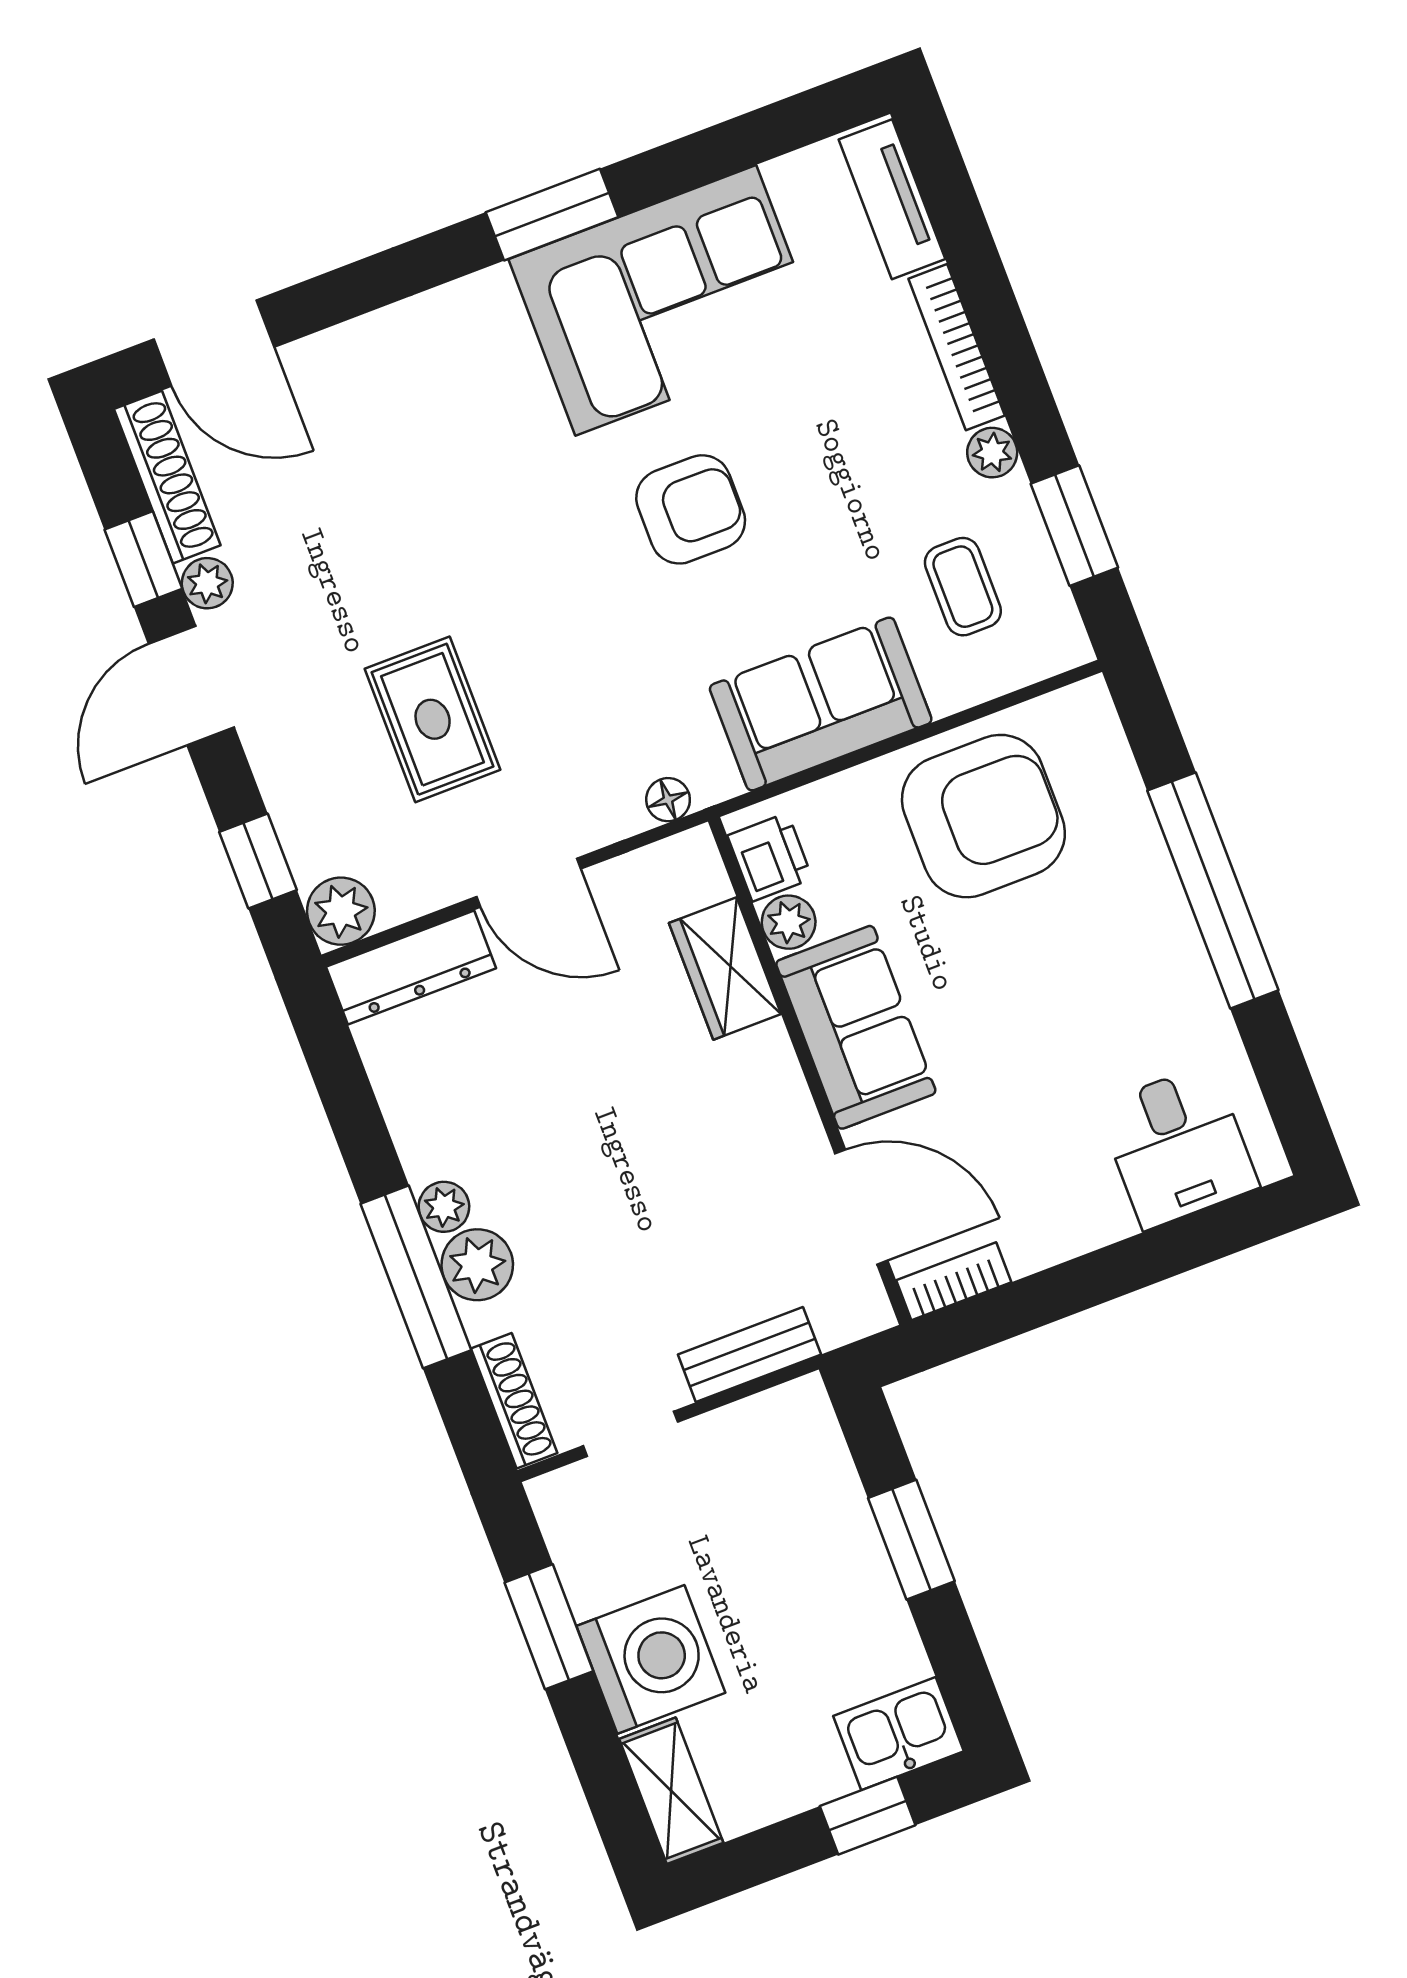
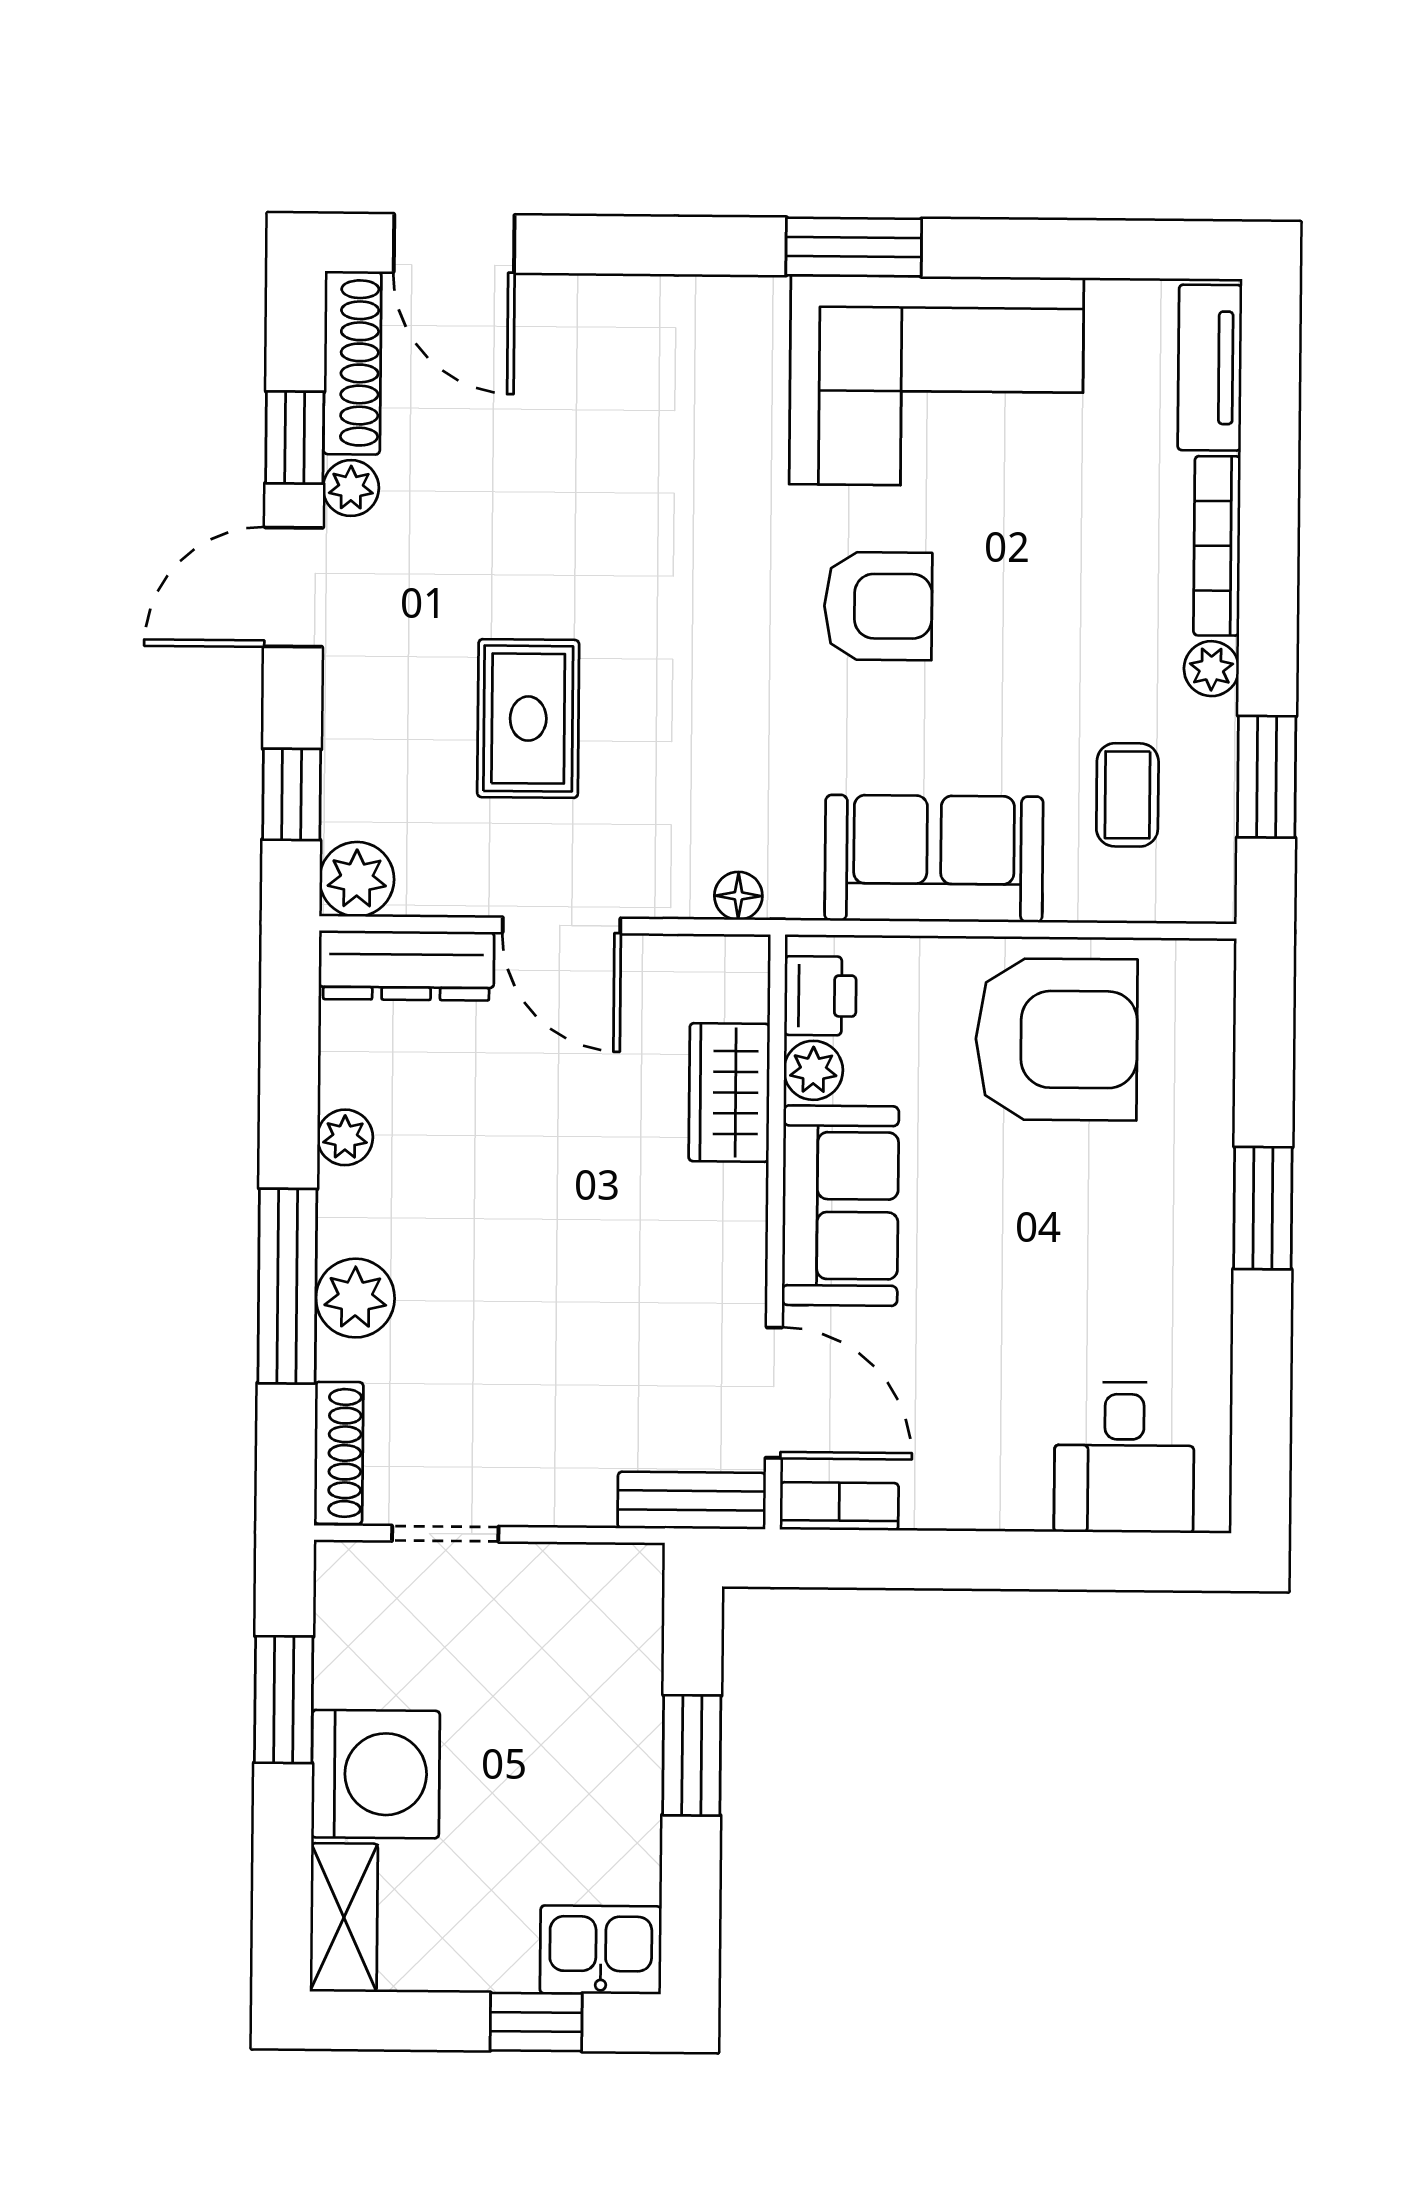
window: (1213, 890) -> (1263, 1208), width x0.47
plant: (444, 1207) -> (345, 1137), moved
bench: (749, 1354) -> (692, 1500), moved

